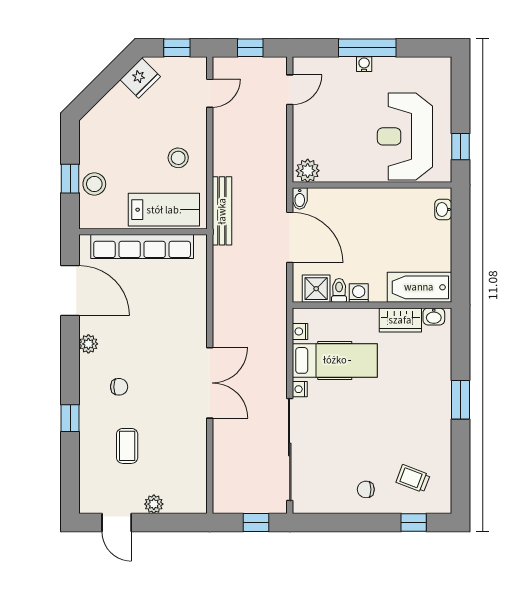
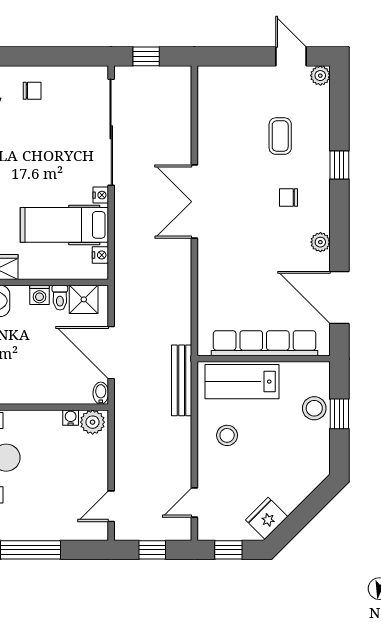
water cooler: (364, 64) -> (71, 418), moved, turned 180
plant: (154, 504) -> (320, 76), moved

